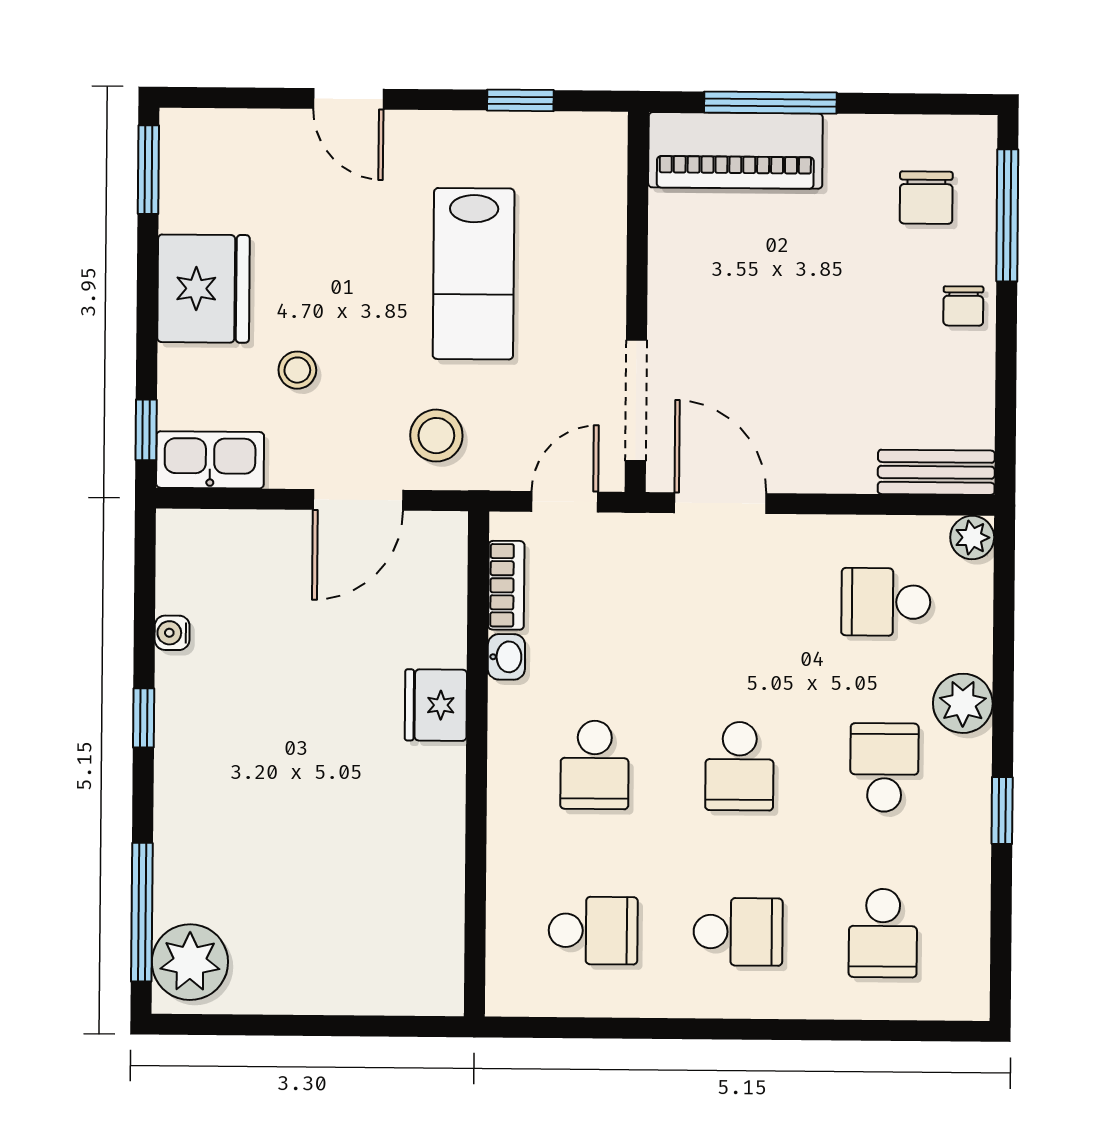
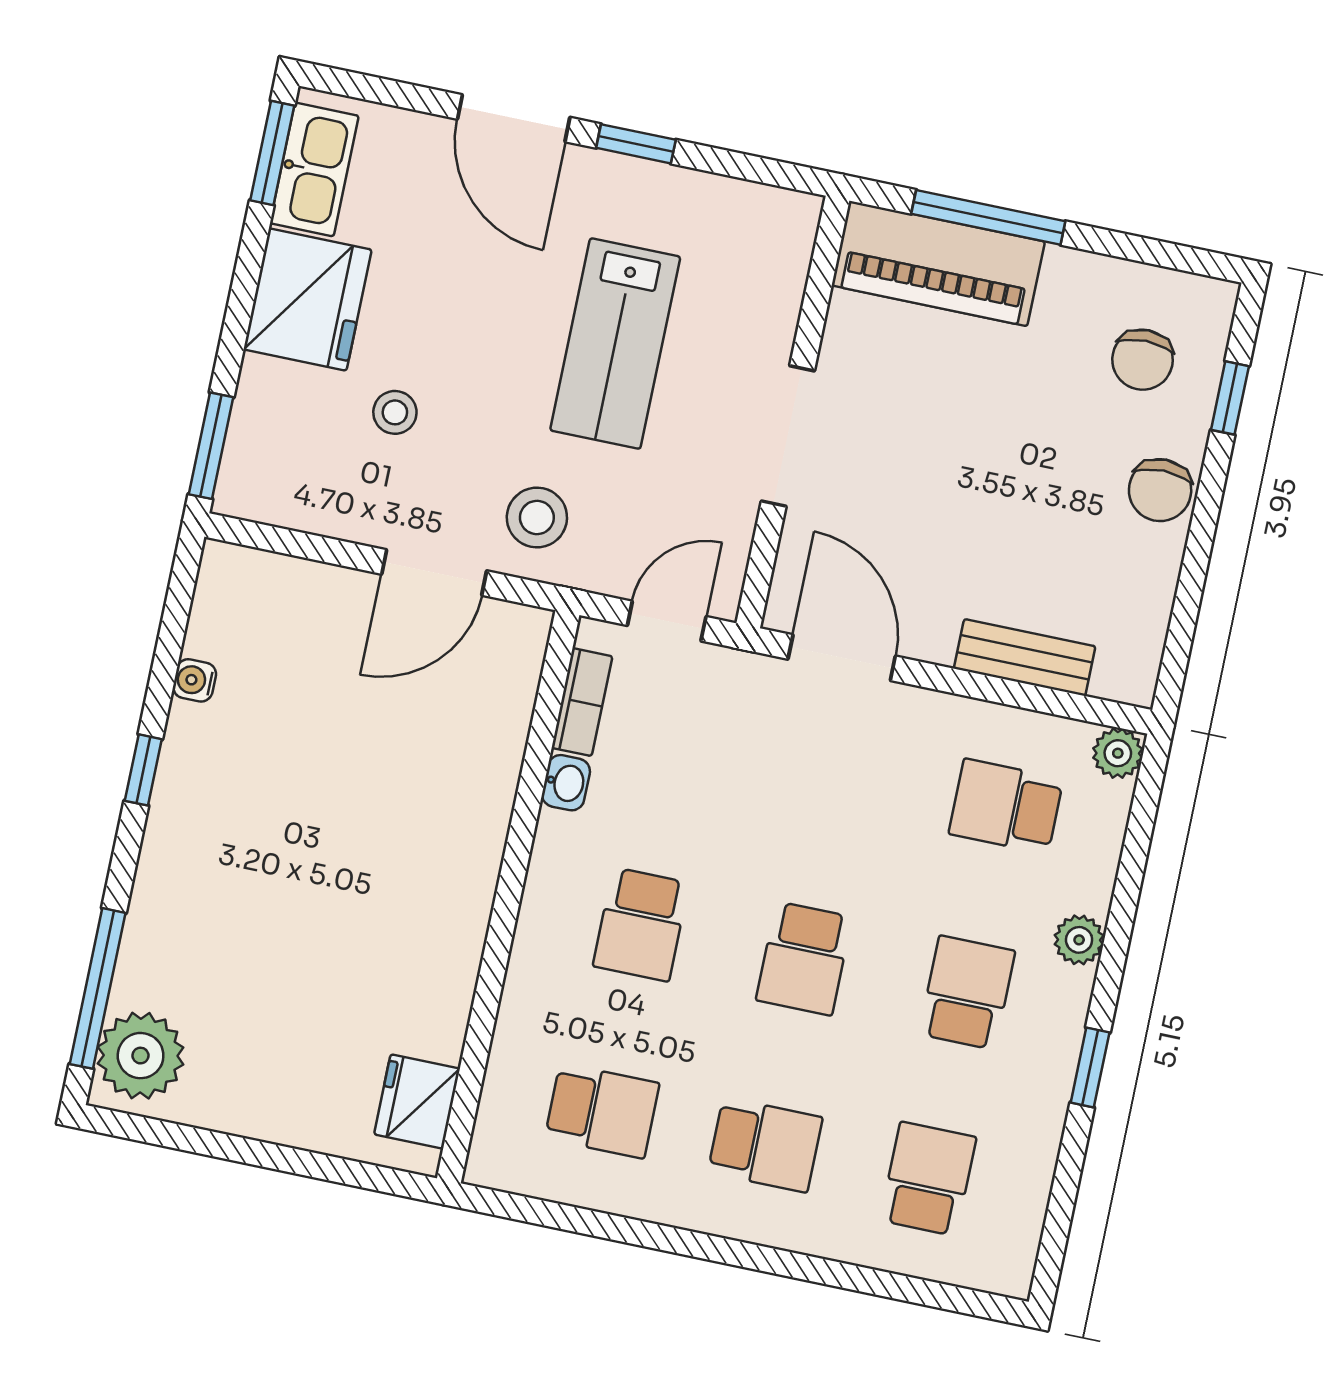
door: (348, 99) -> (514, 118), width x1.37
window: (520, 100) -> (636, 144), moved
window: (1007, 215) -> (1230, 398), width x0.46
chair: (963, 306) -> (1160, 490), width x1.37, depth x1.37
doorway: (636, 400) -> (788, 436), moved
window: (146, 430) -> (211, 446), width x1.50
kitchen sink: (210, 460) -> (314, 169), moved, turned 90
bench: (936, 472) -> (1025, 657), moved
plant: (963, 703) -> (1079, 940), width x0.73, depth x0.73
fridge: (436, 705) -> (417, 1101), moved
school desk: (883, 933) -> (928, 1179), turned 180

